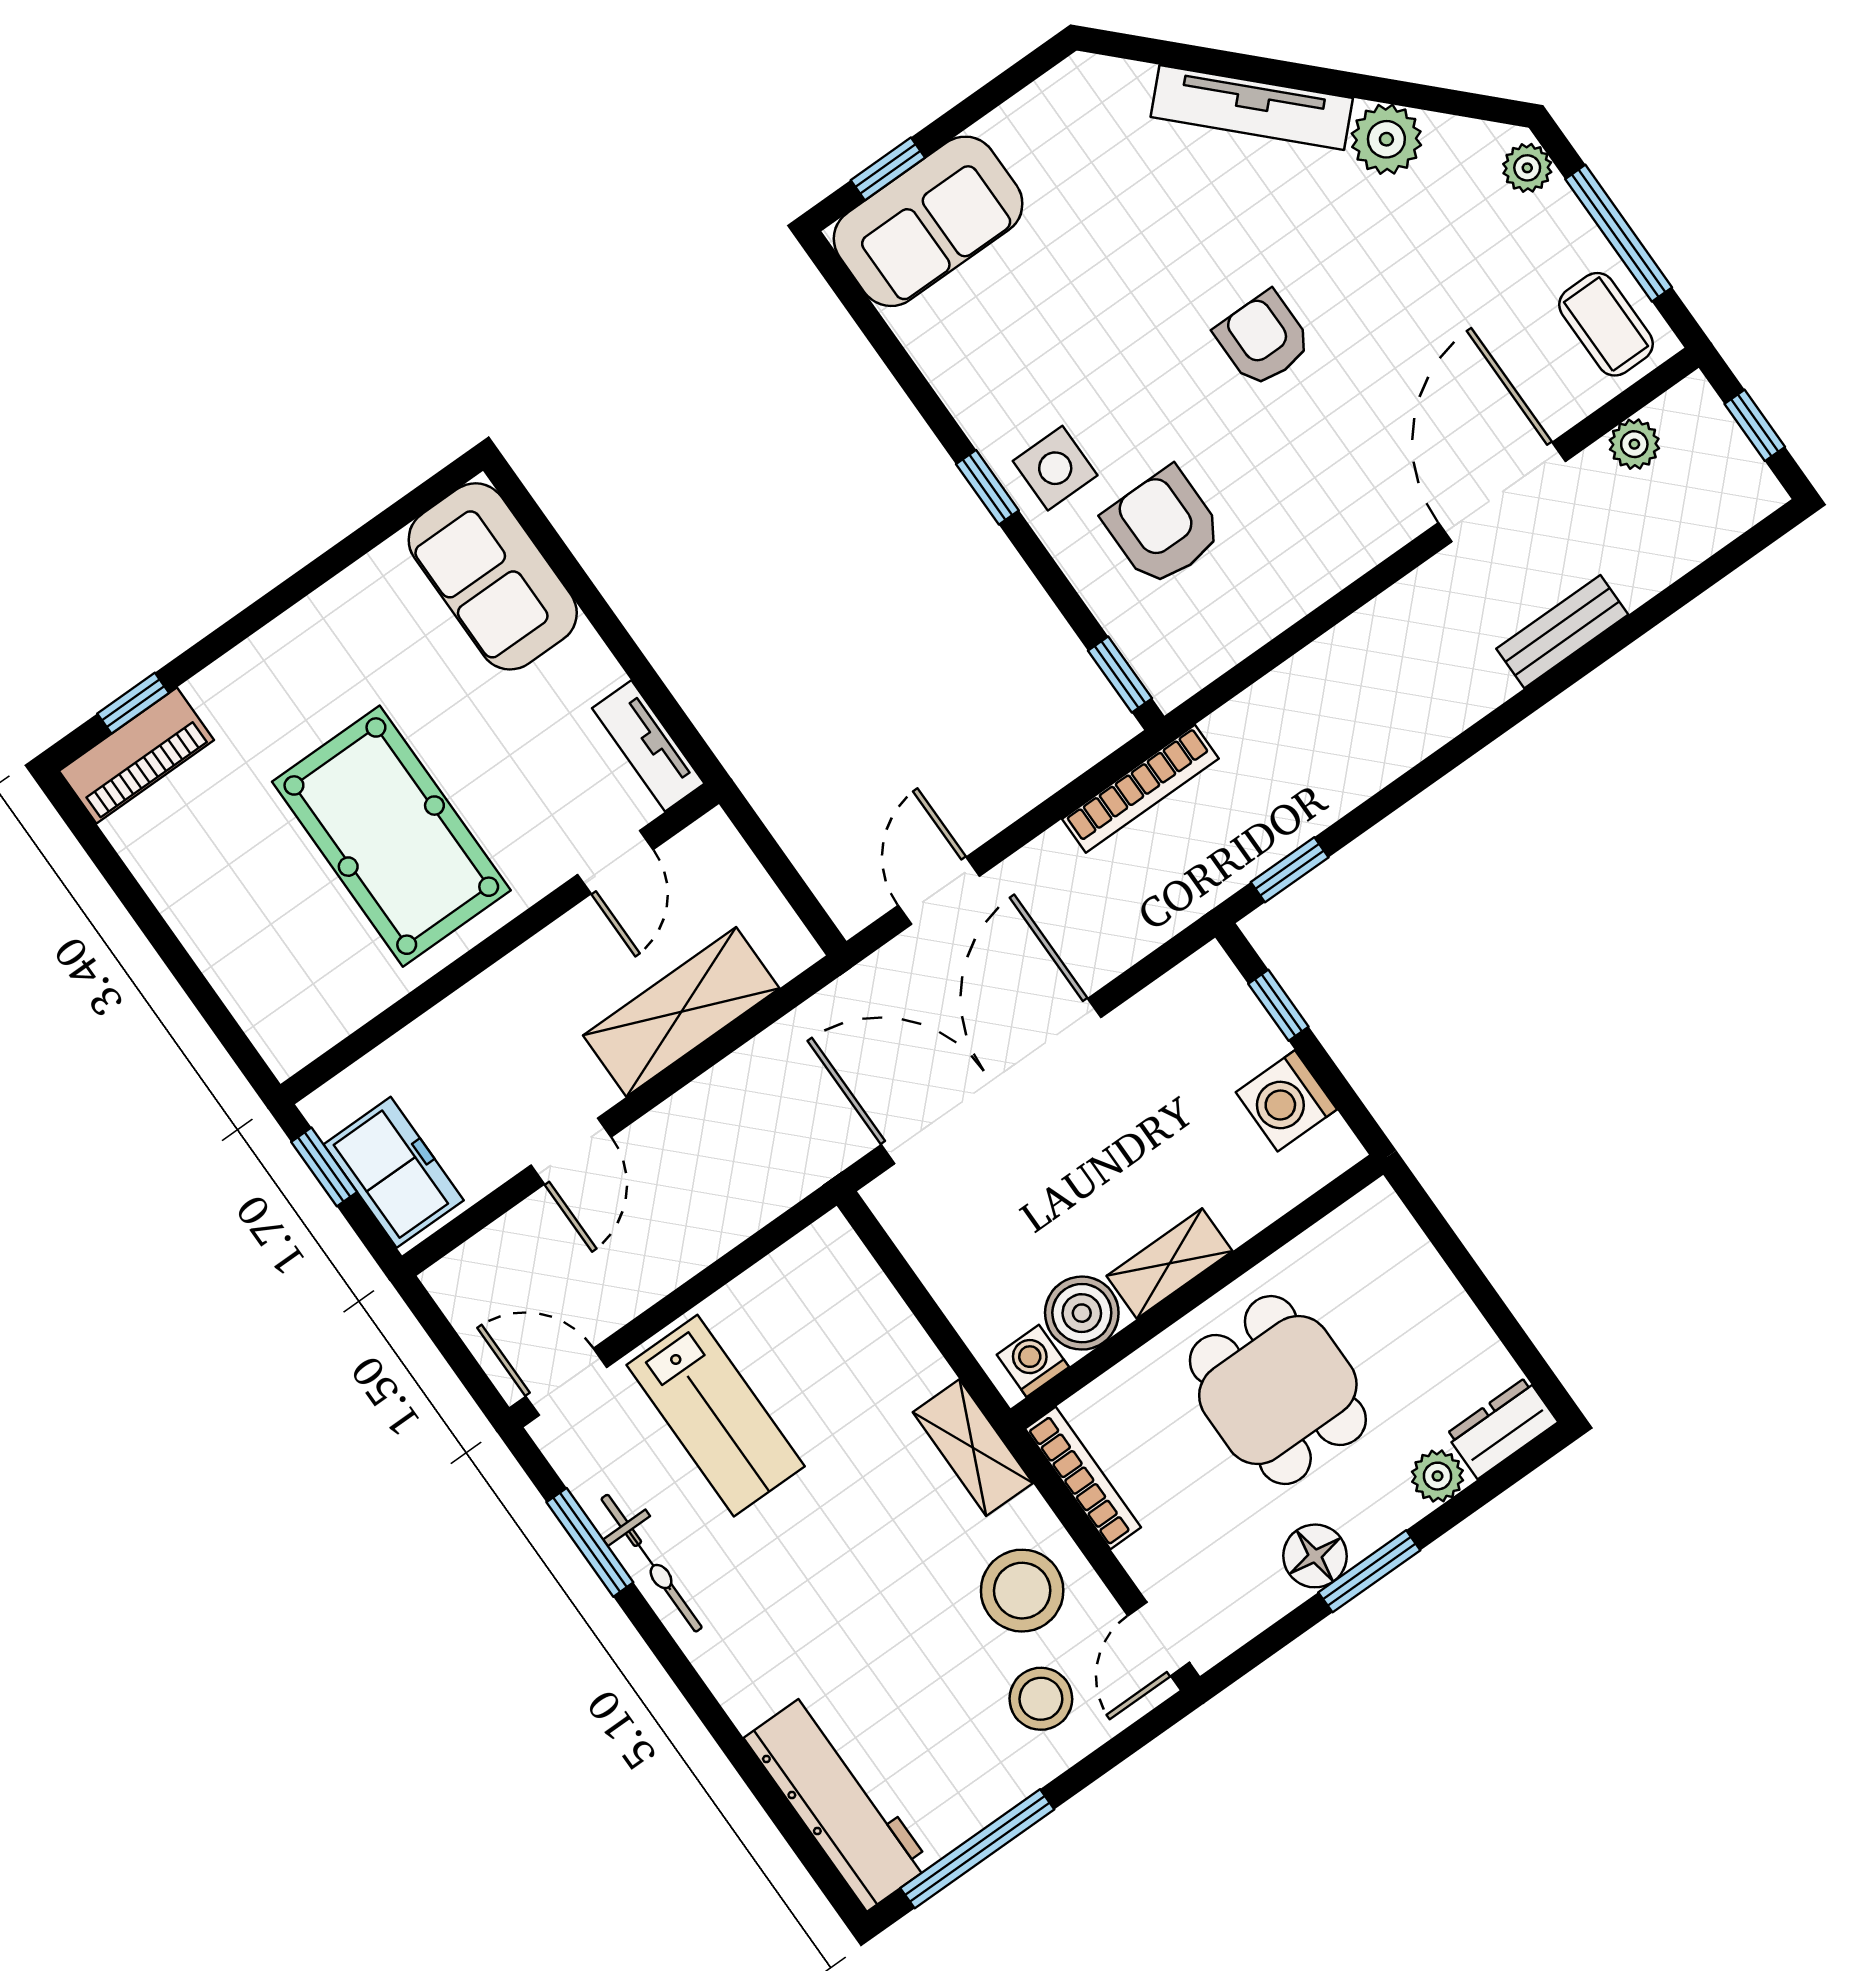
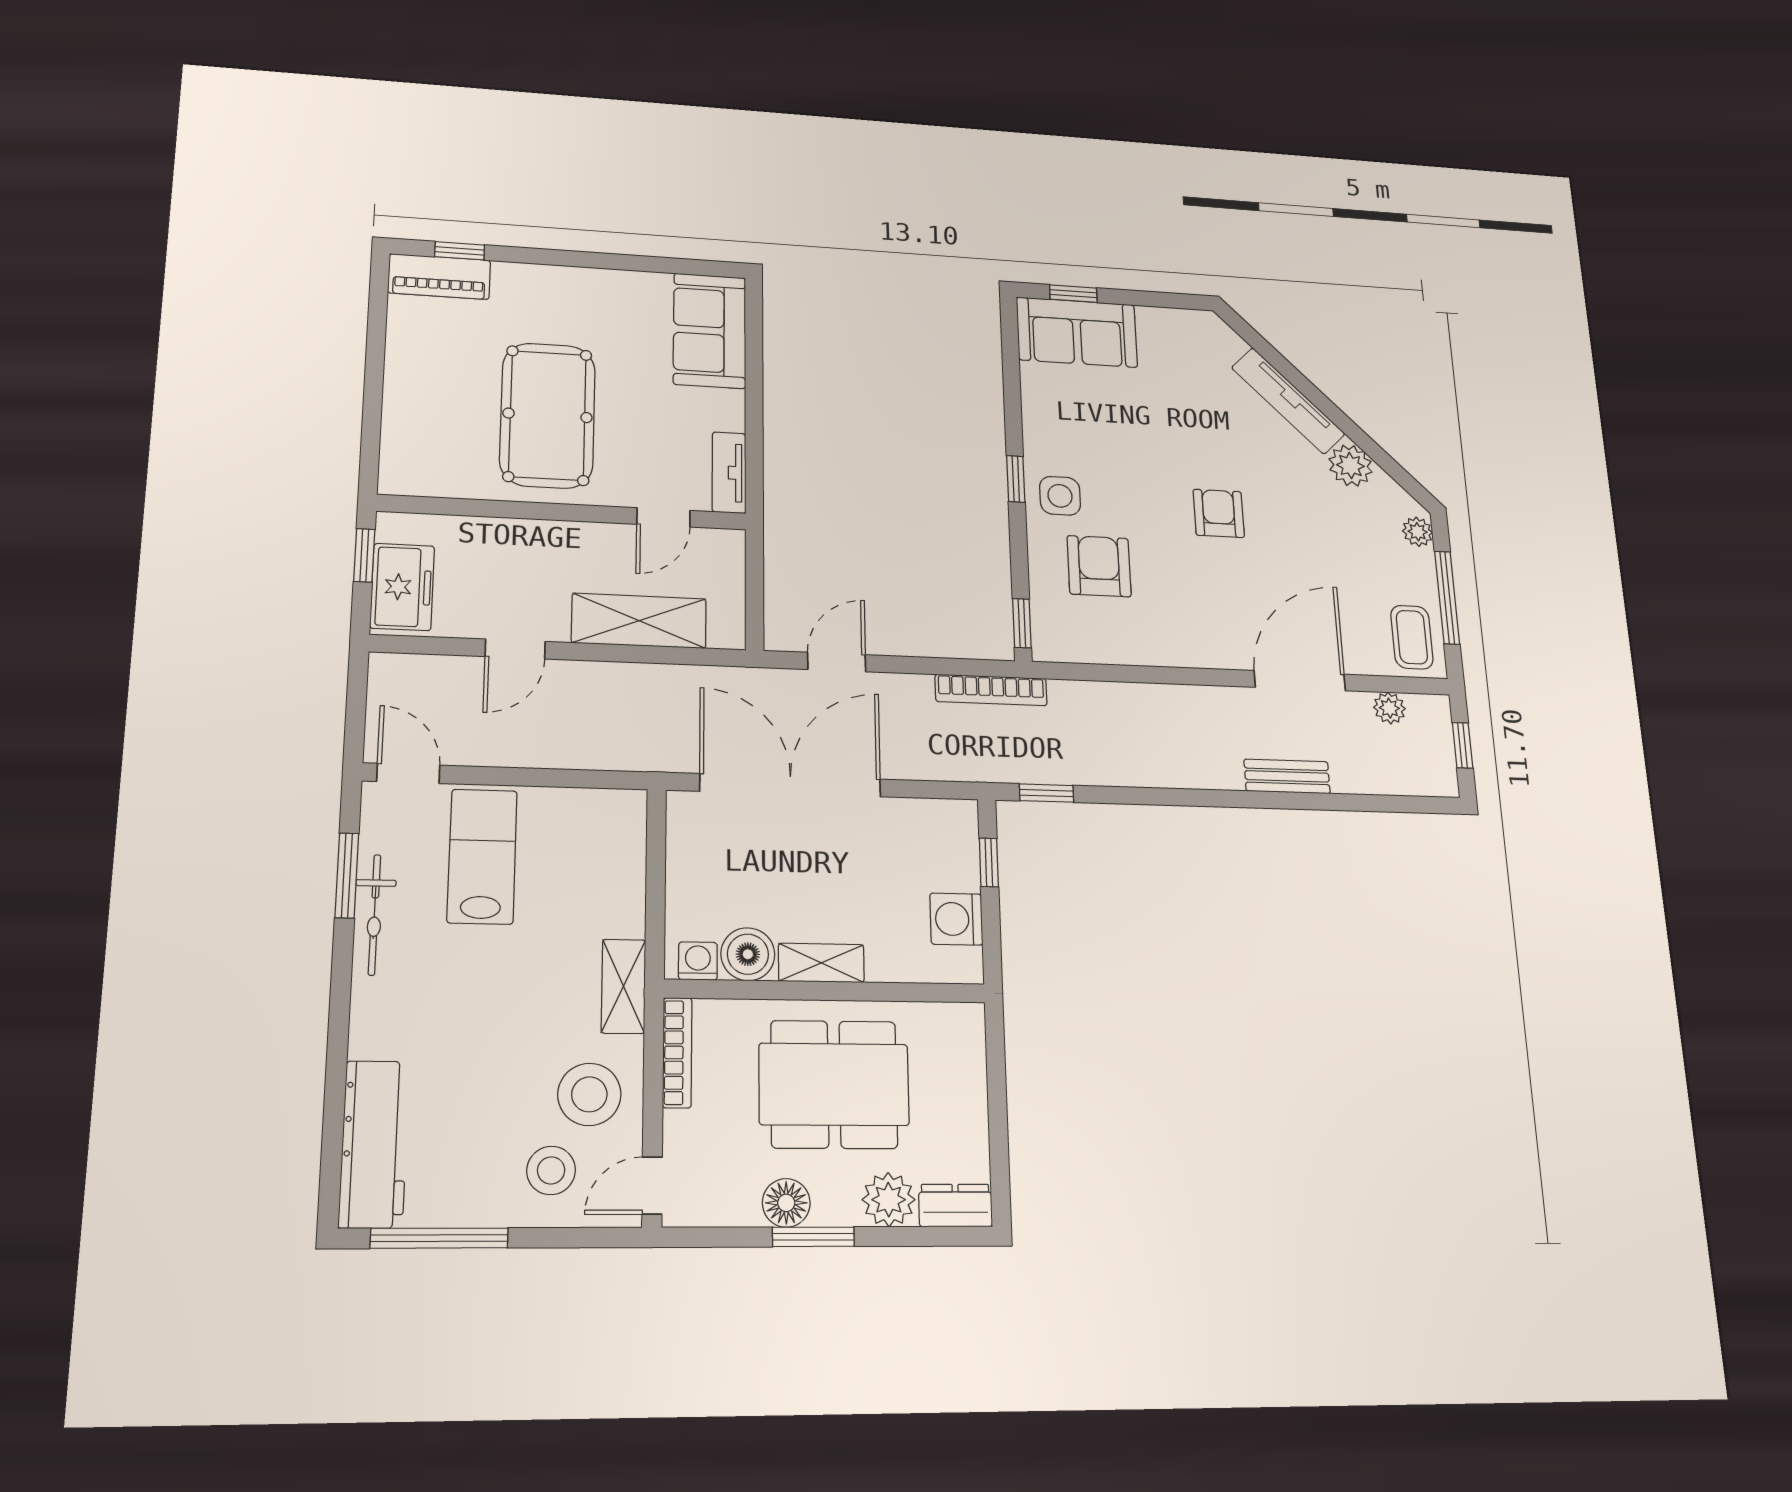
dining table: (1278, 1390) -> (834, 1084), width x1.37
lab bench: (716, 1416) -> (482, 856), turned 180
plant: (1438, 1476) -> (889, 1200), width x1.38, depth x1.38

